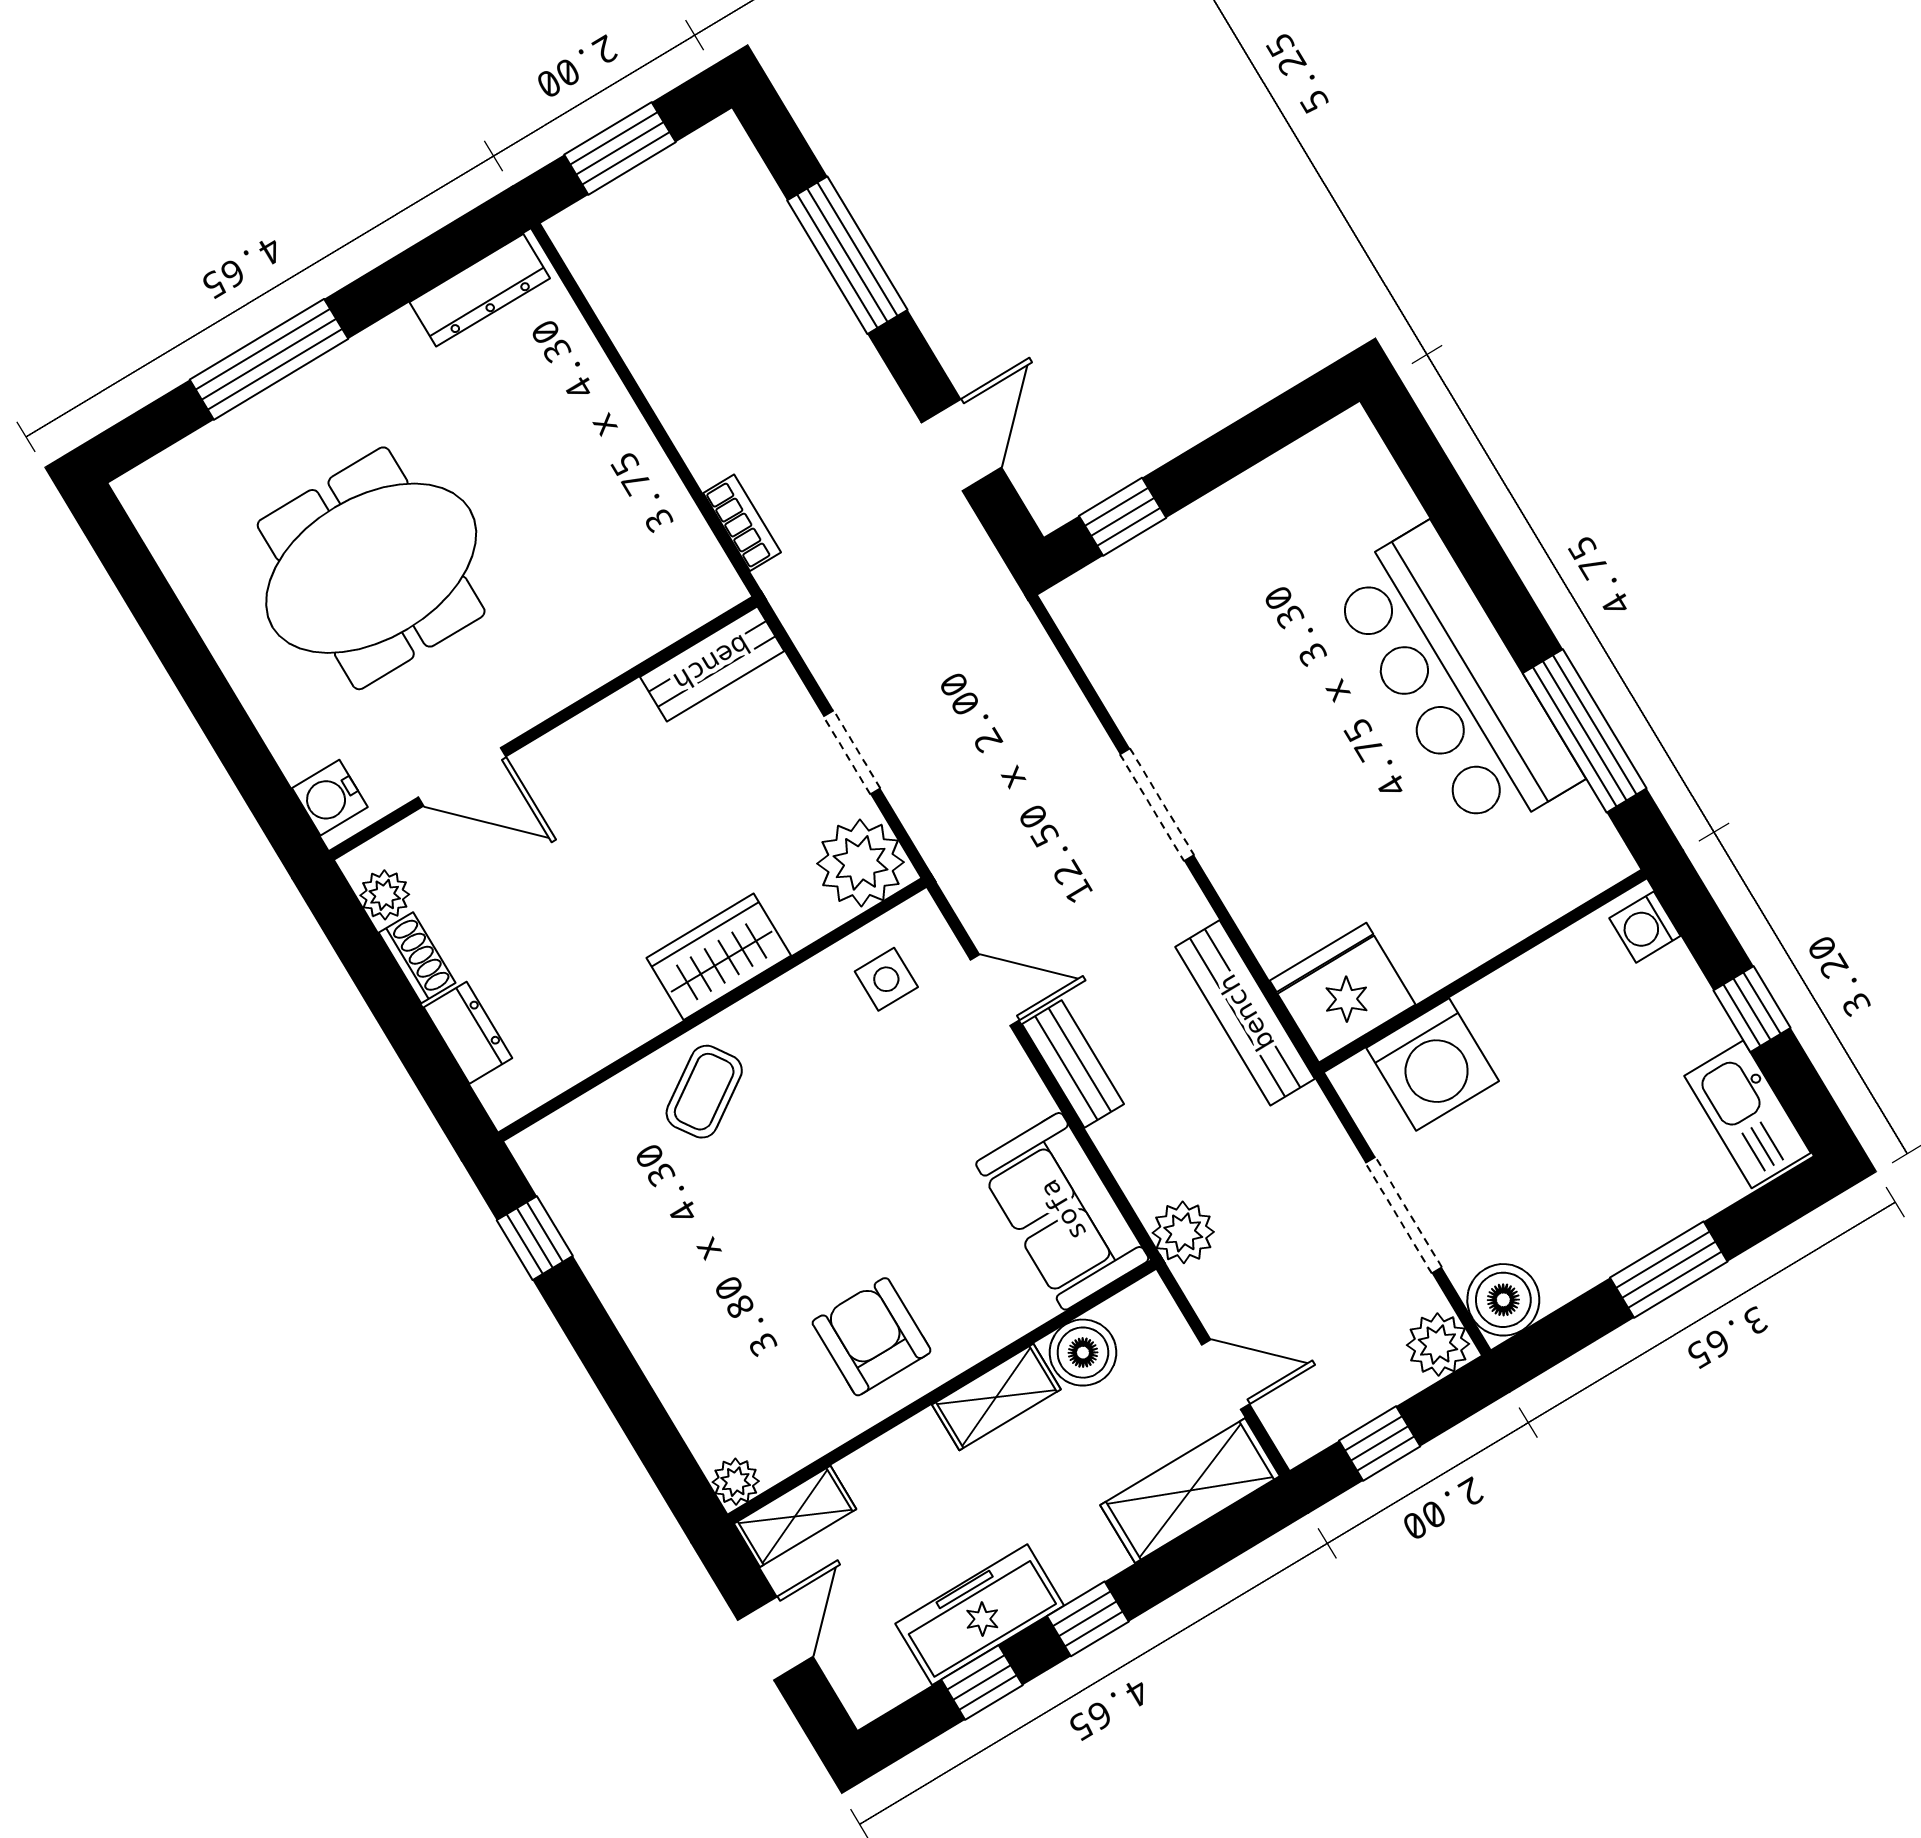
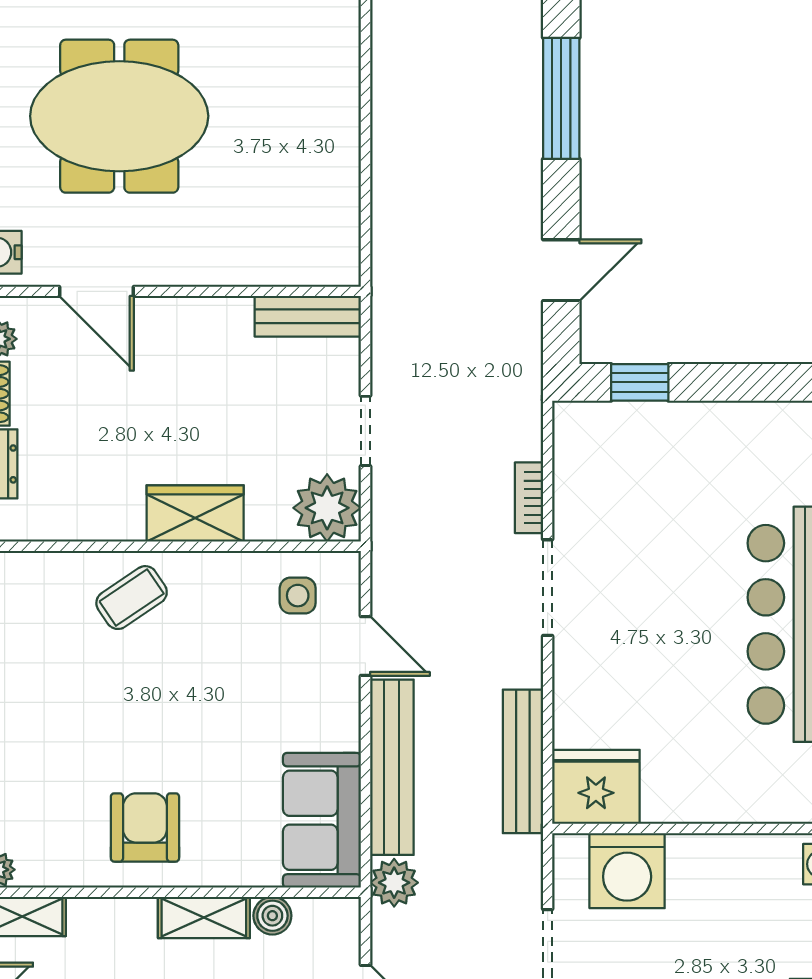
bookcase: (742, 523) -> (529, 498), moved, turned 180
bench: (1073, 1064) -> (392, 767), width x1.86, depth x1.21
boiler: (1083, 1353) -> (272, 916), width x0.73, depth x0.73

